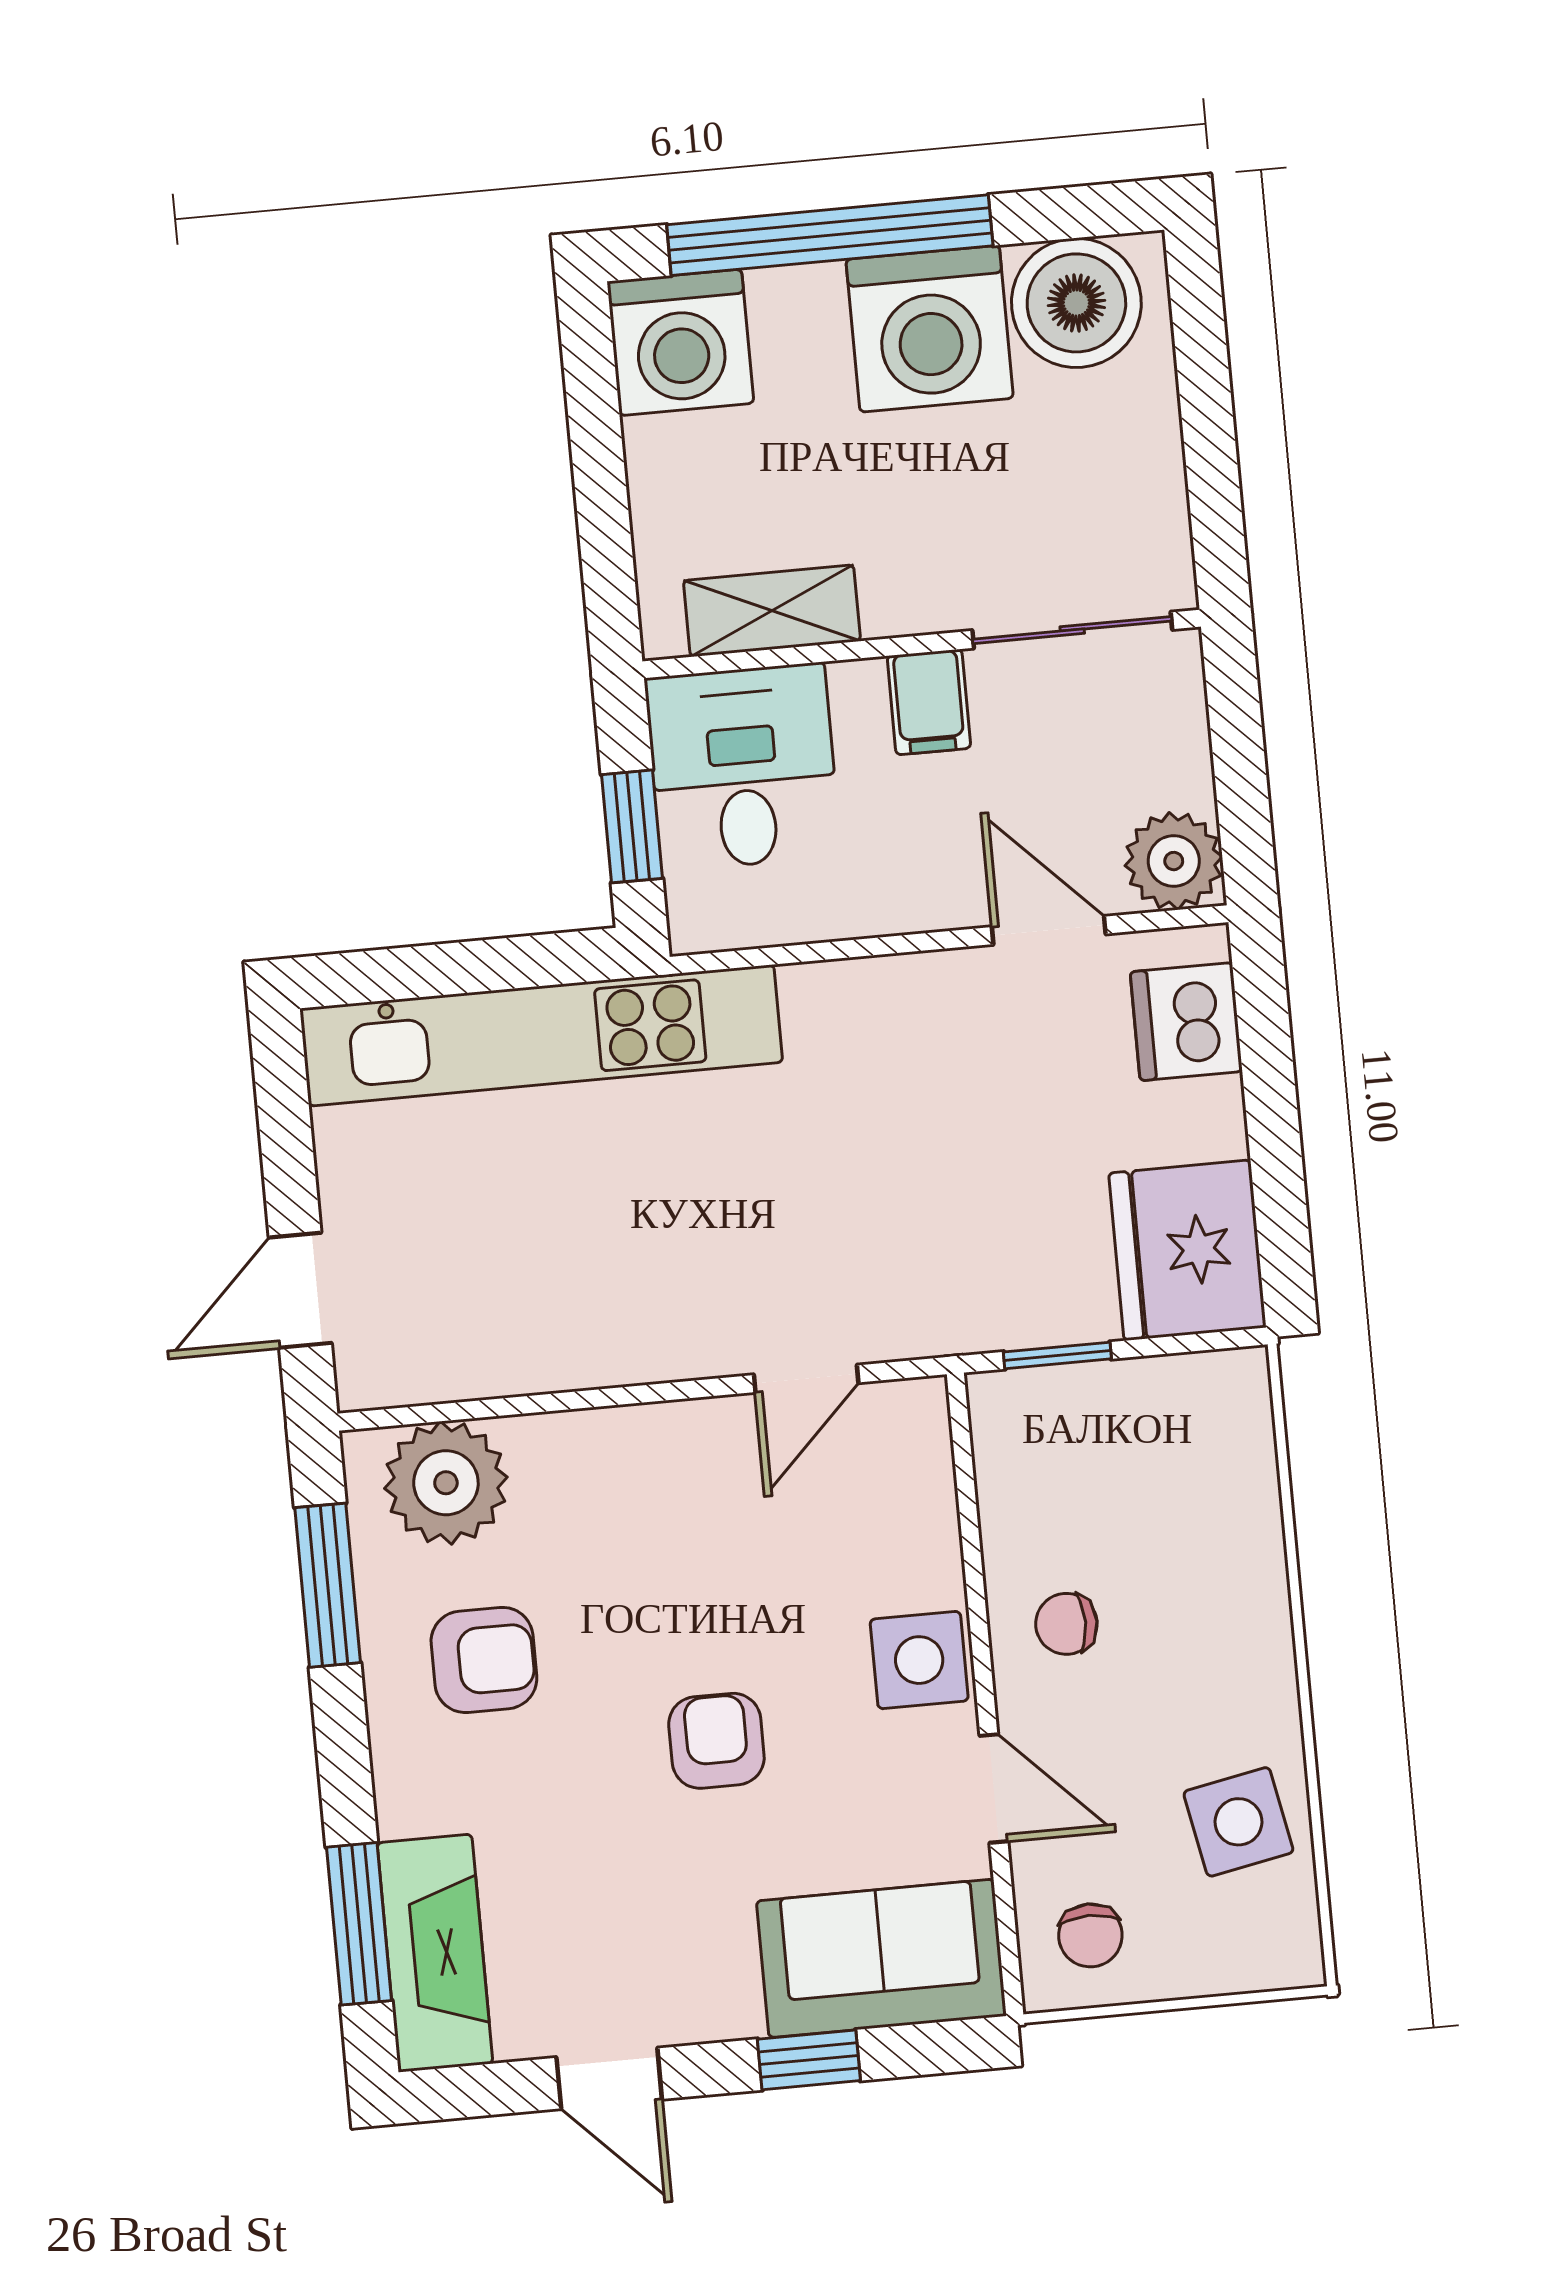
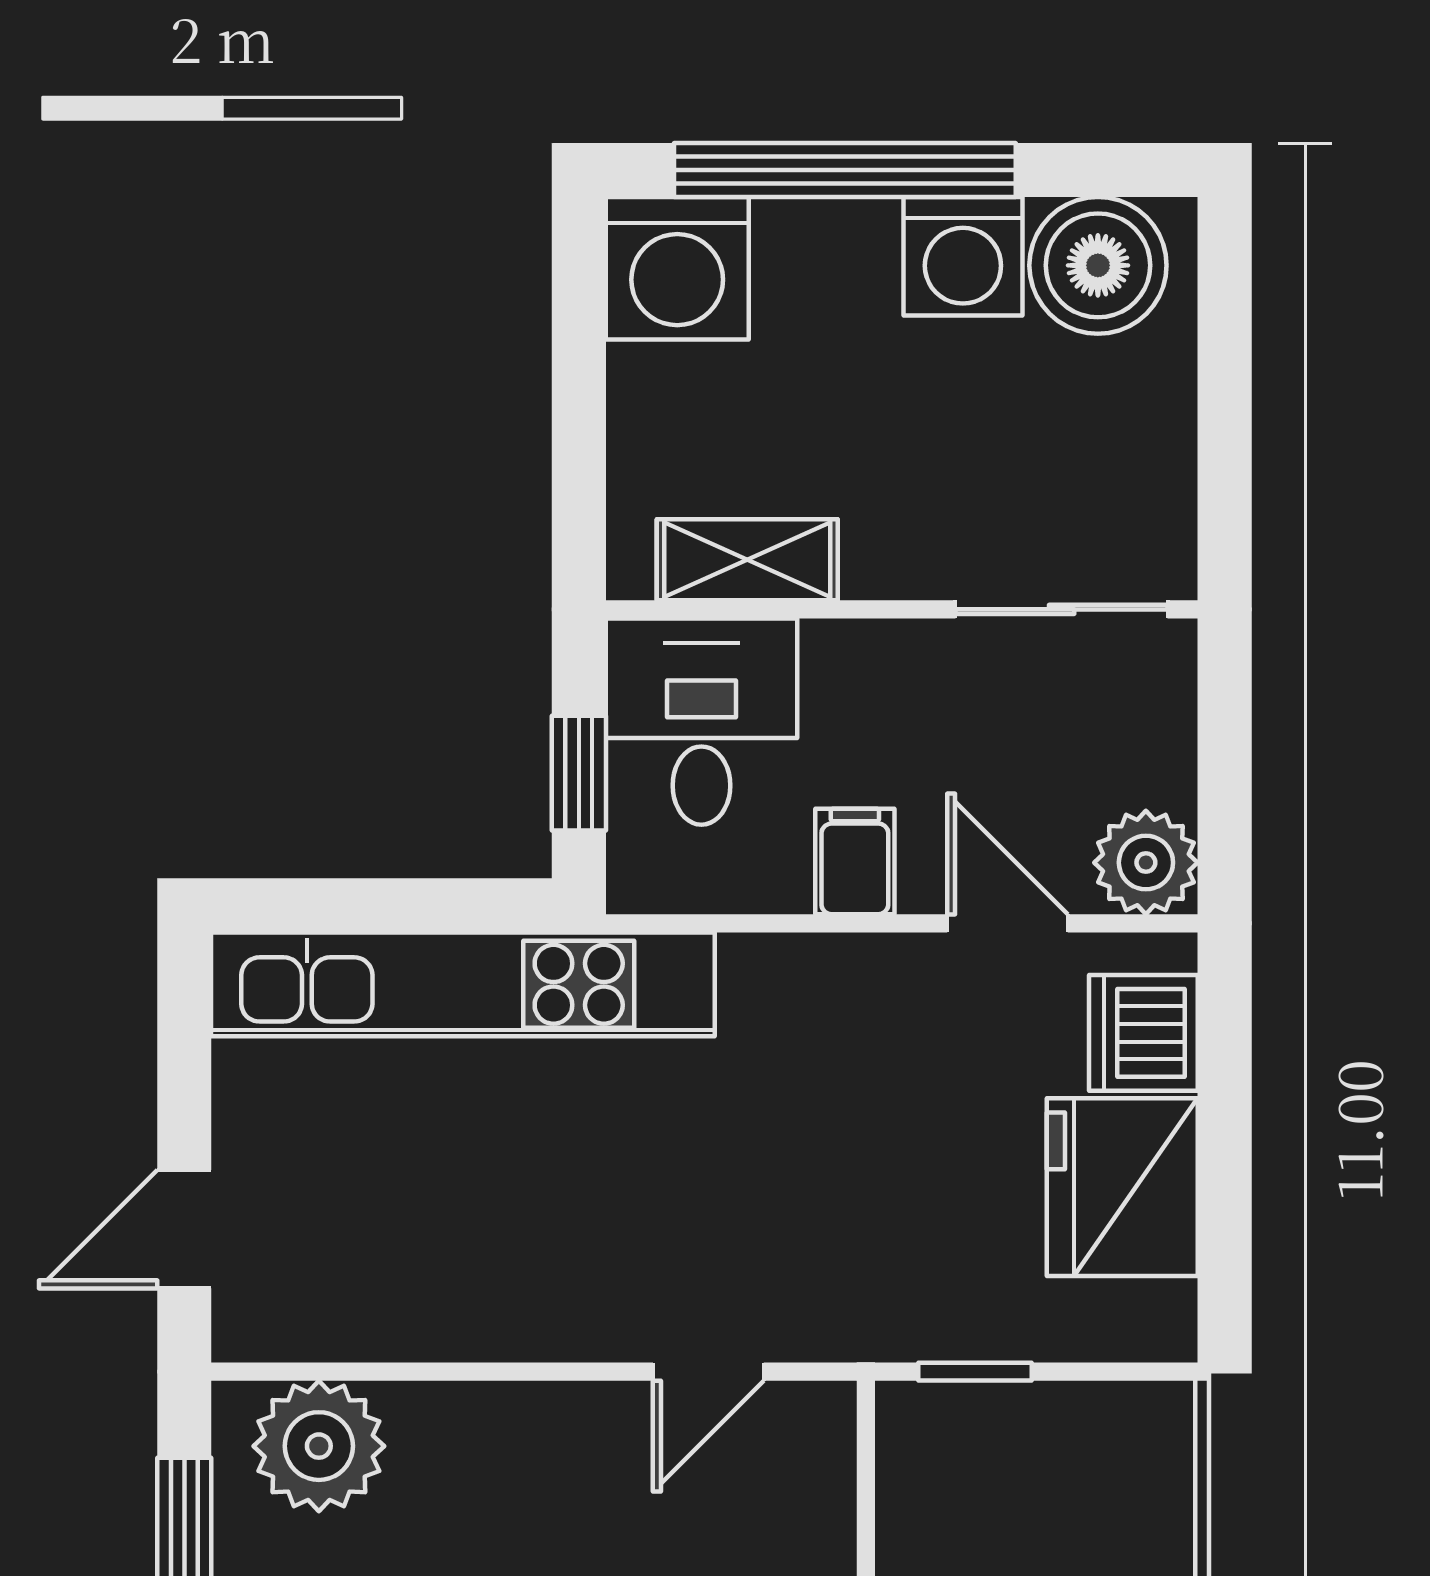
washing machine: (930, 329) -> (963, 256), width x0.73, depth x0.73
filing cabinet: (929, 702) -> (855, 862), moved, turned 180
fridge: (1187, 1250) -> (1122, 1187), moved

